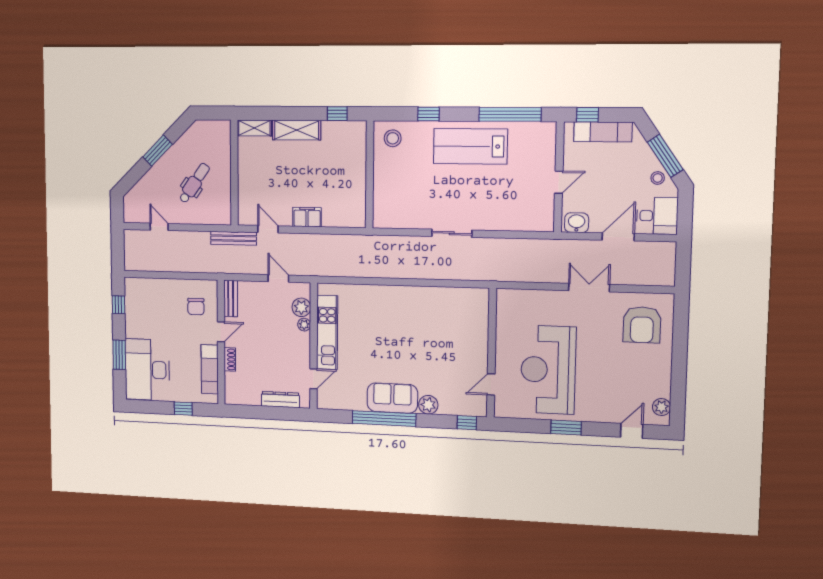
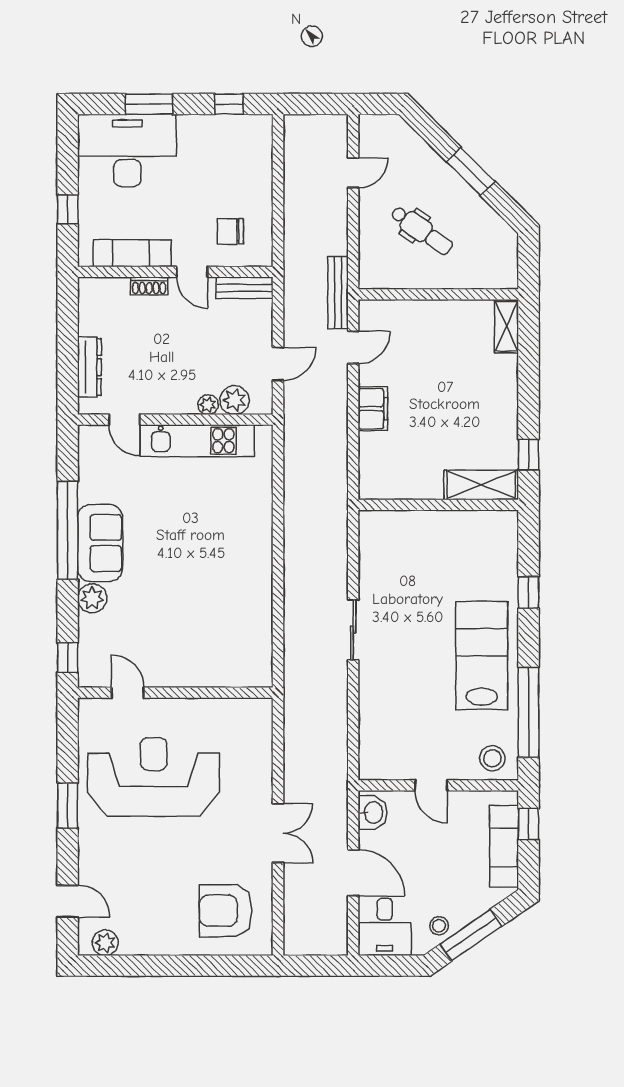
shelving: (297, 130) -> (481, 485), moved, turned 90
stool: (393, 138) -> (492, 758), moved

